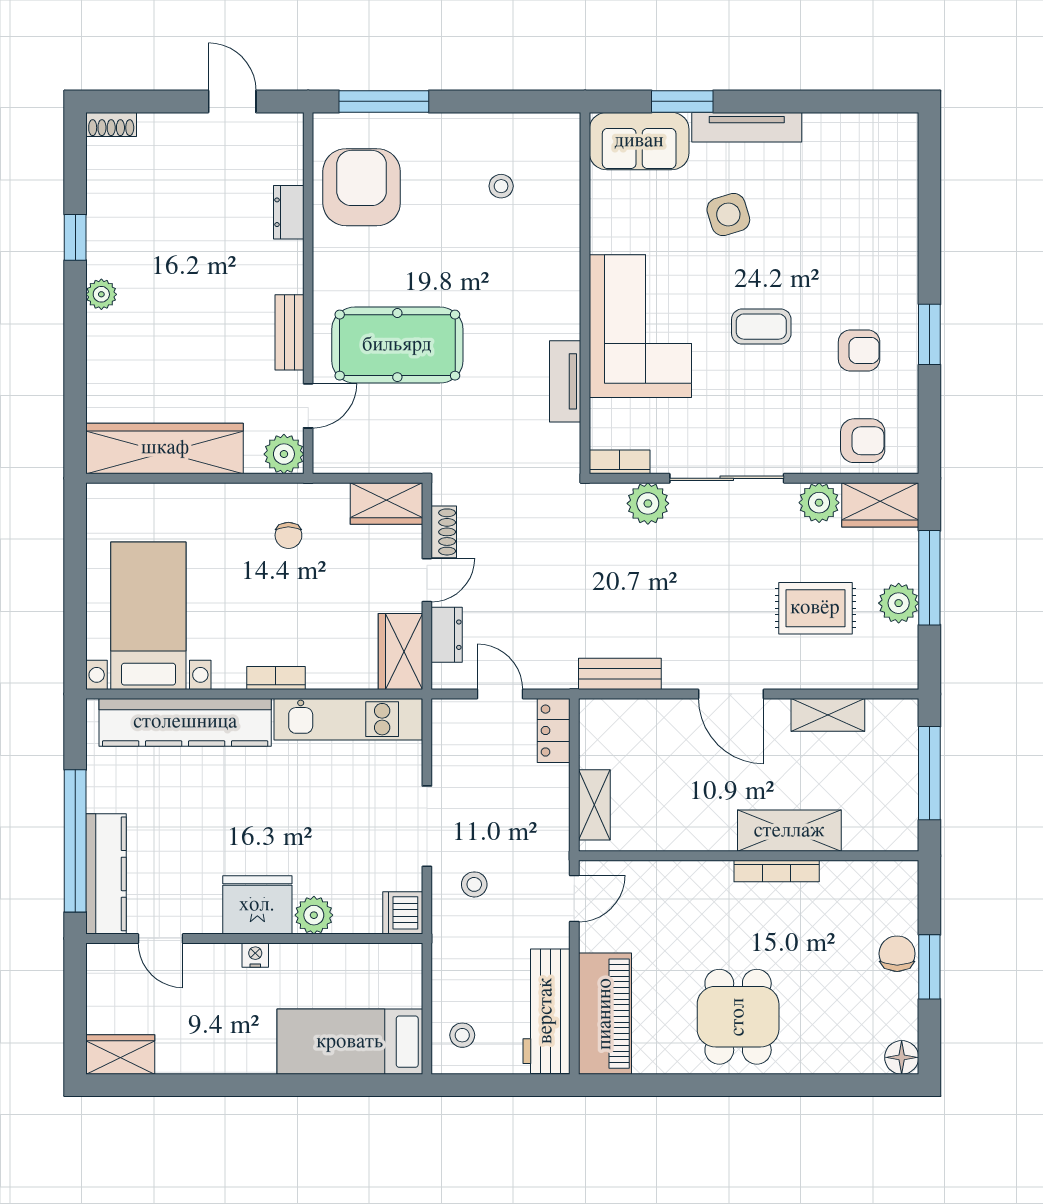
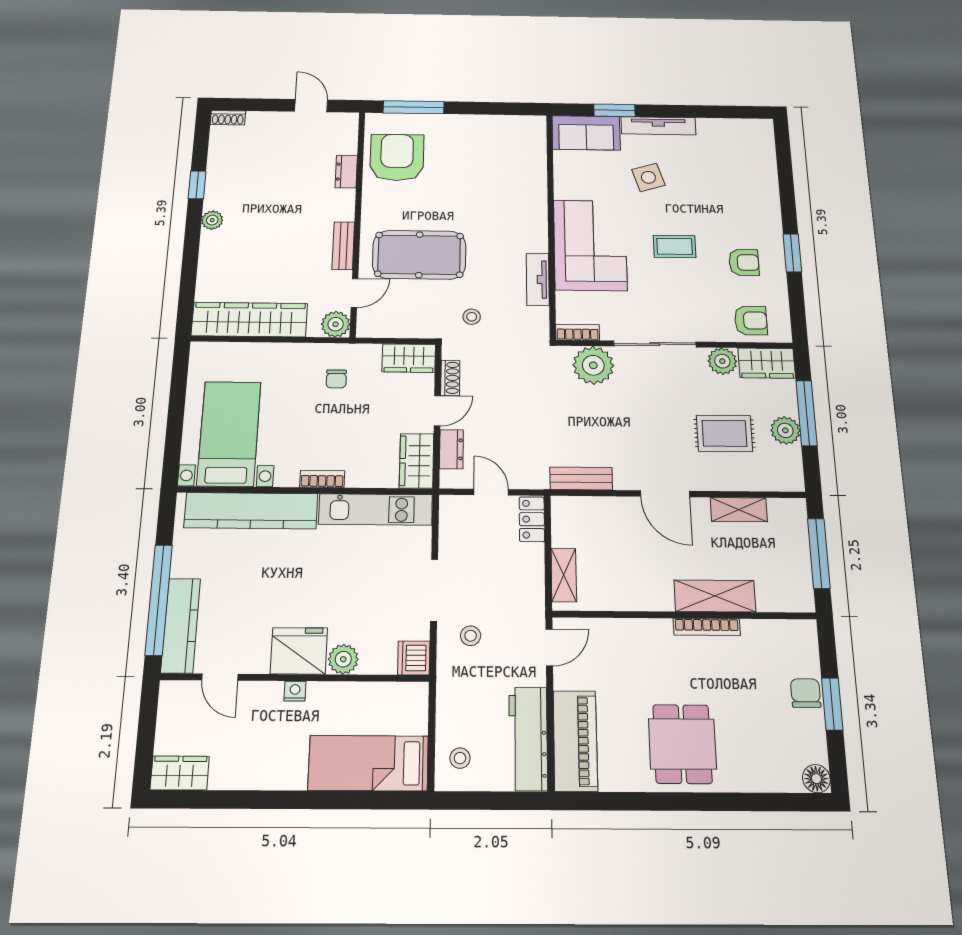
stool: (501, 186) -> (472, 317), moved
plant: (648, 503) -> (593, 365), width x1.36, depth x1.36

